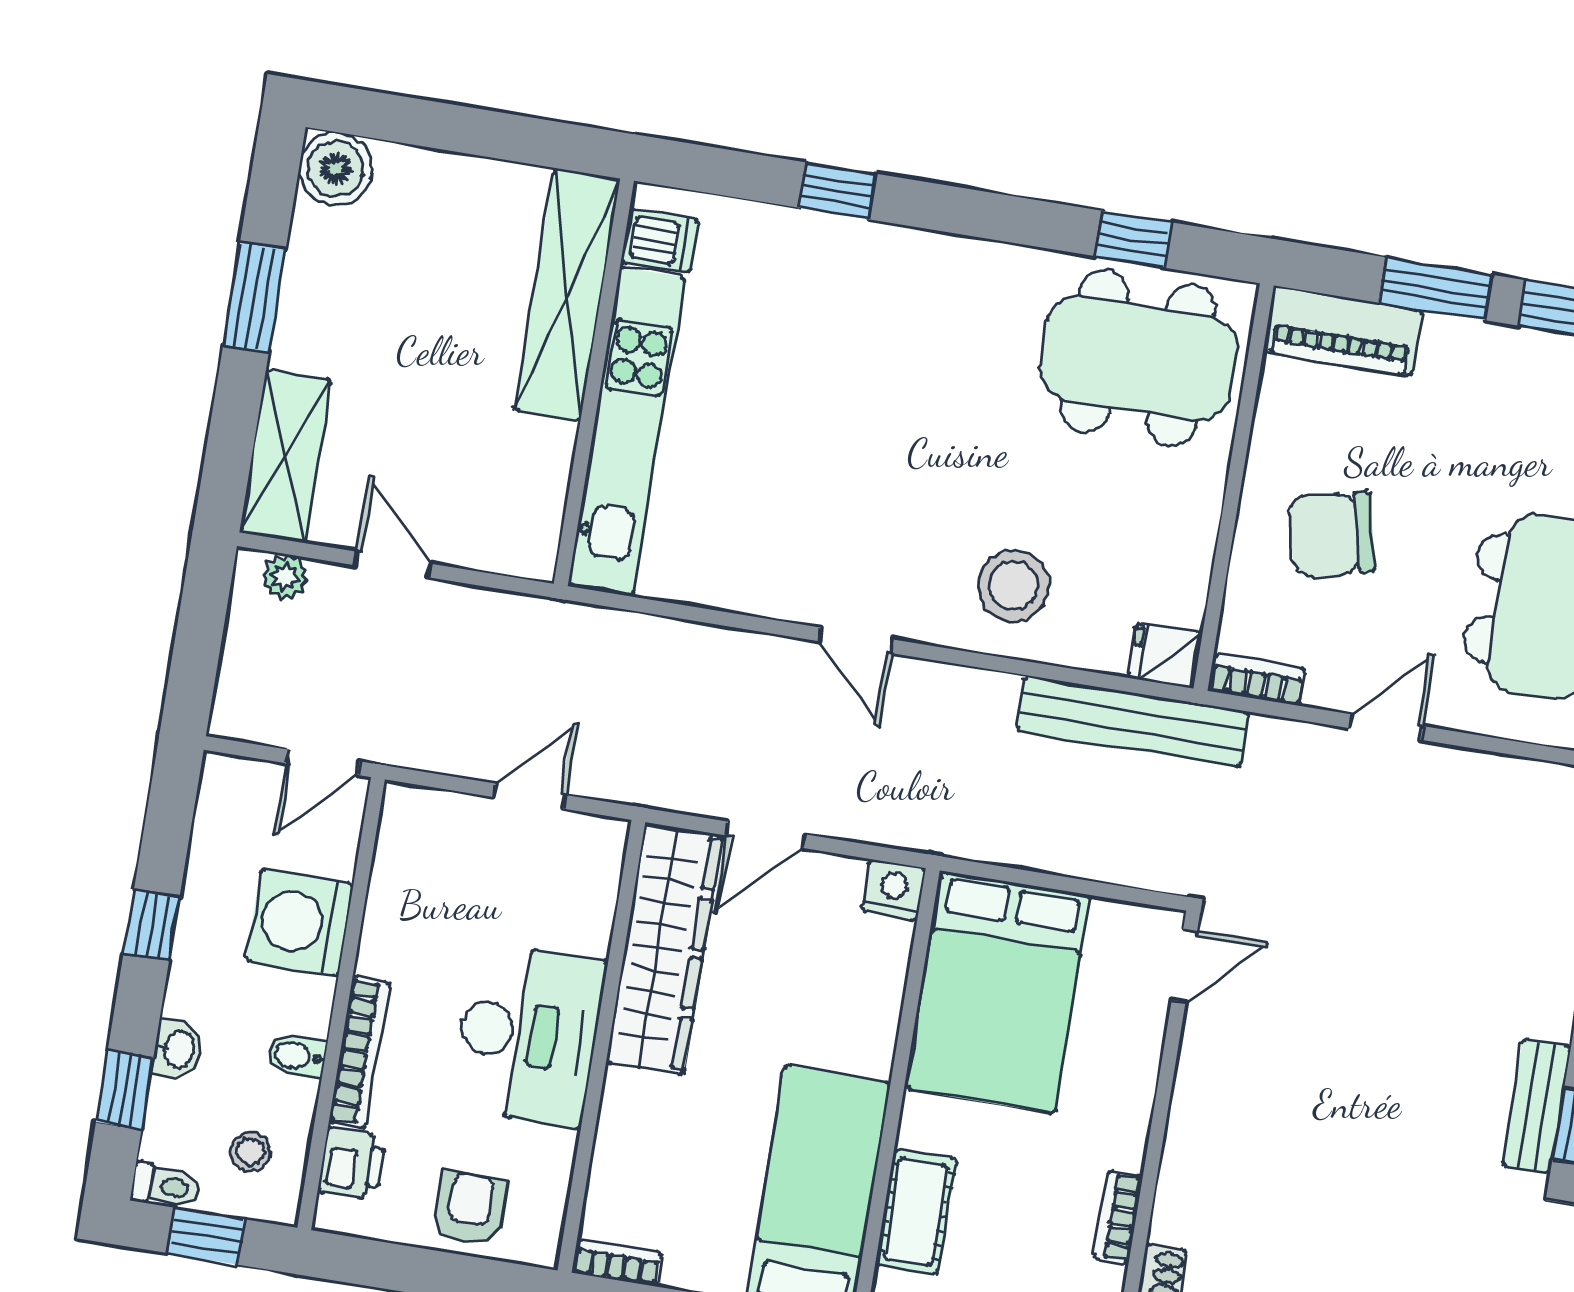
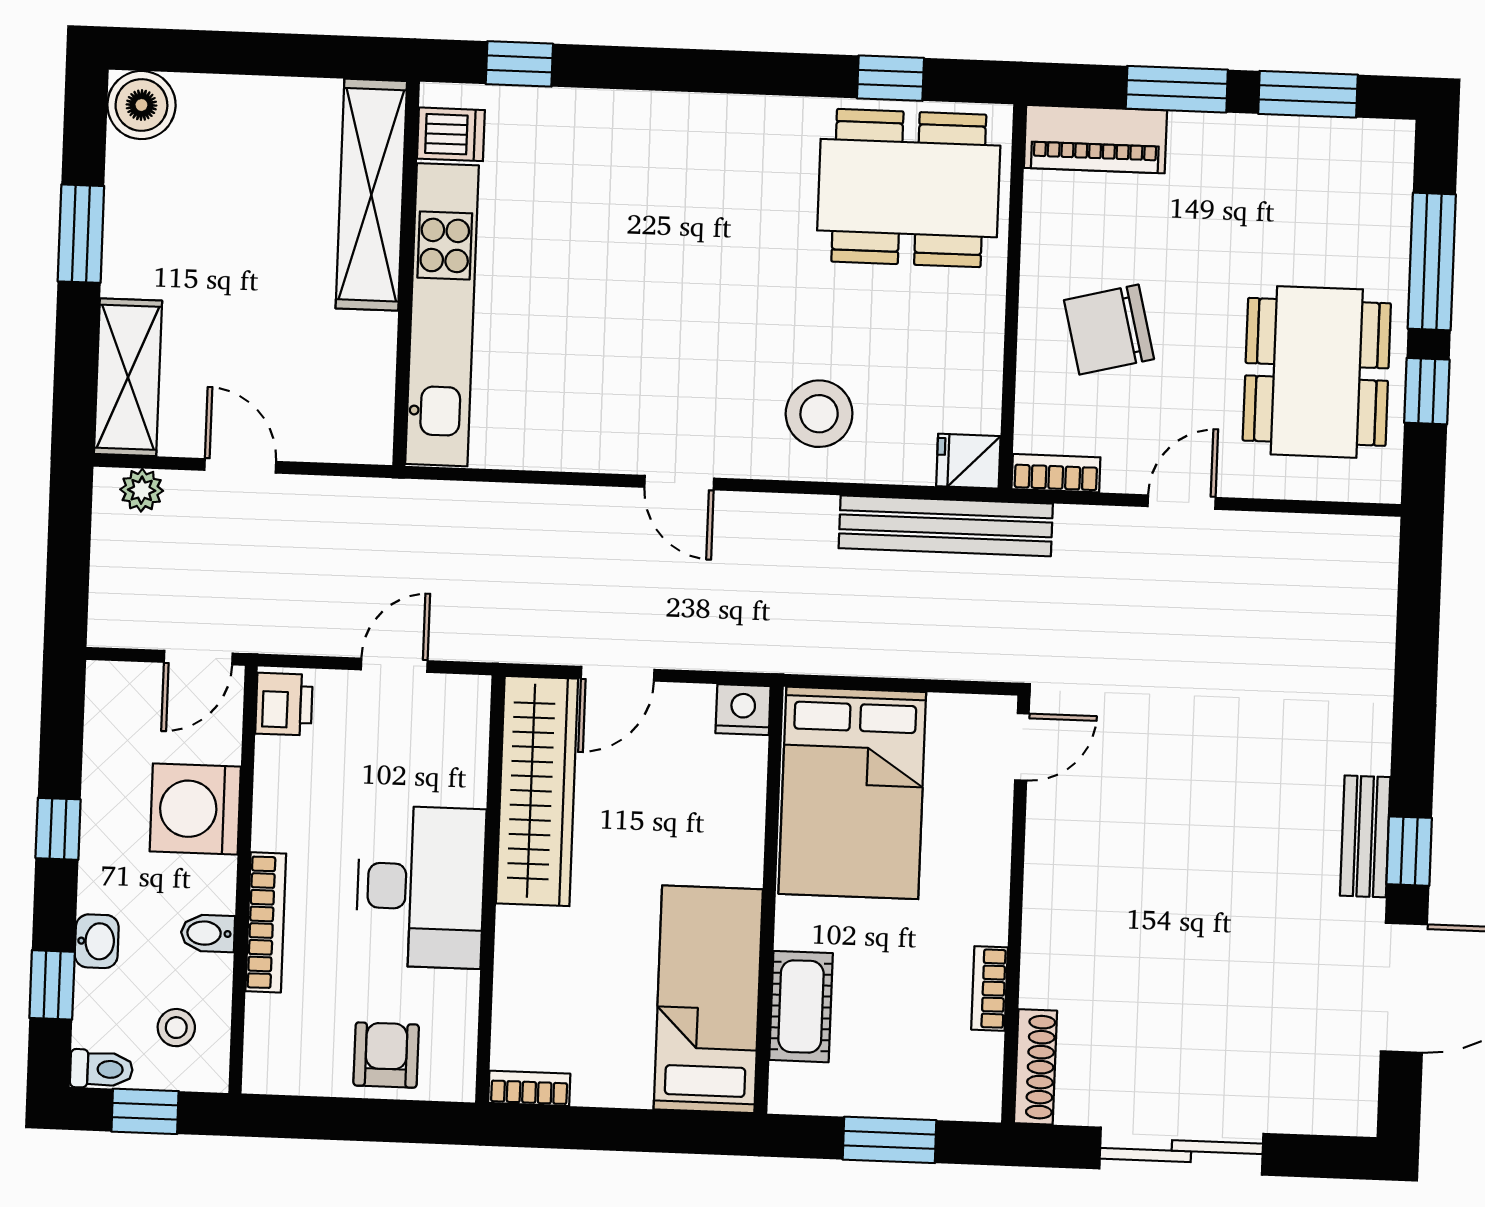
window: (837, 191) -> (519, 64), moved
printer: (352, 1164) -> (284, 704), moved

